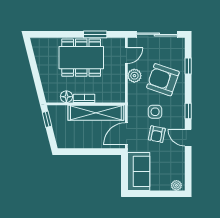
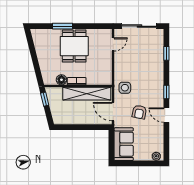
window: (95, 34) -> (62, 26), moved
dining table: (81, 58) -> (74, 46), width x0.73
plant: (134, 76) -> (120, 62), removed
armchair: (163, 80) -> (145, 65), removed
side table: (155, 112) -> (125, 88), moved
door: (126, 134) -> (113, 112), hinge flipped

